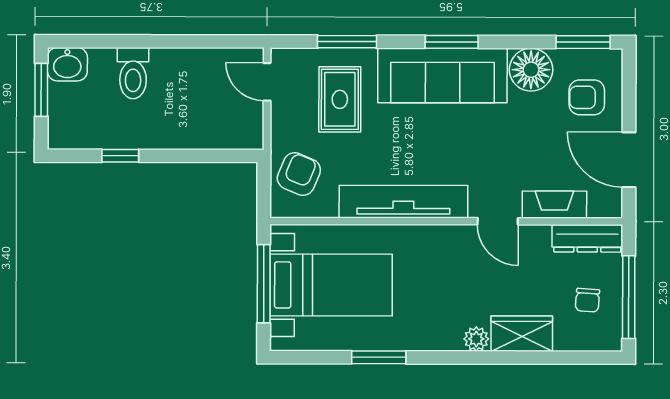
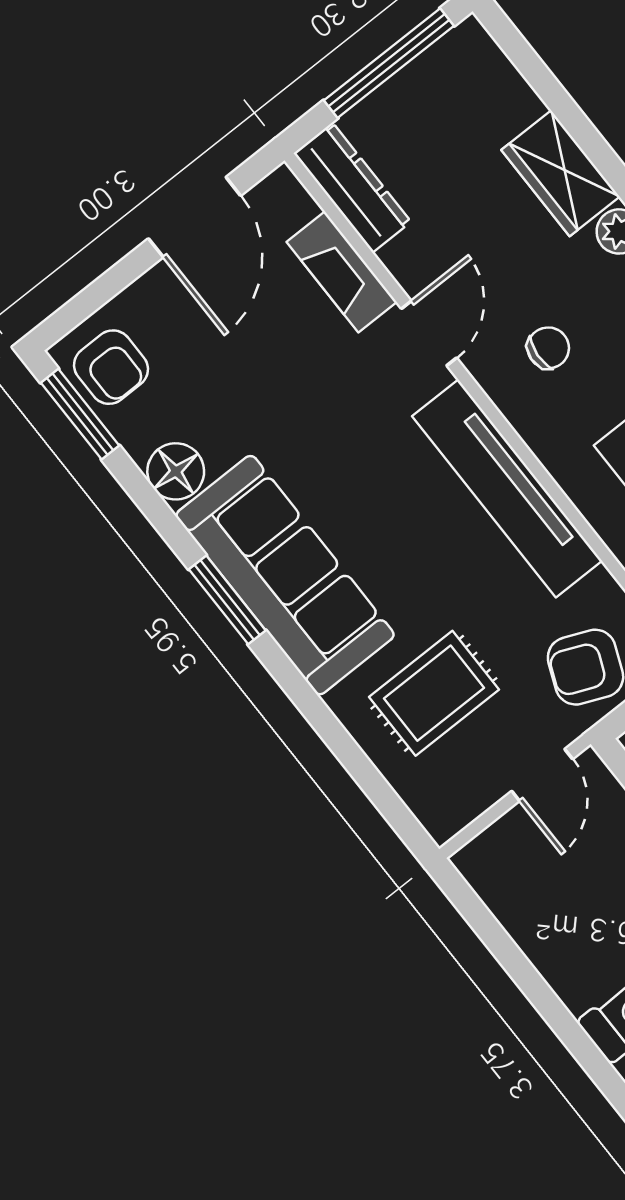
window: (347, 42) -> (345, 748), removed
floor lamp: (531, 70) -> (176, 471), width x0.73, depth x0.73
door: (267, 82) -> (542, 775), moved
armchair: (587, 97) -> (111, 367), moved
chair: (587, 300) -> (548, 348), moved

